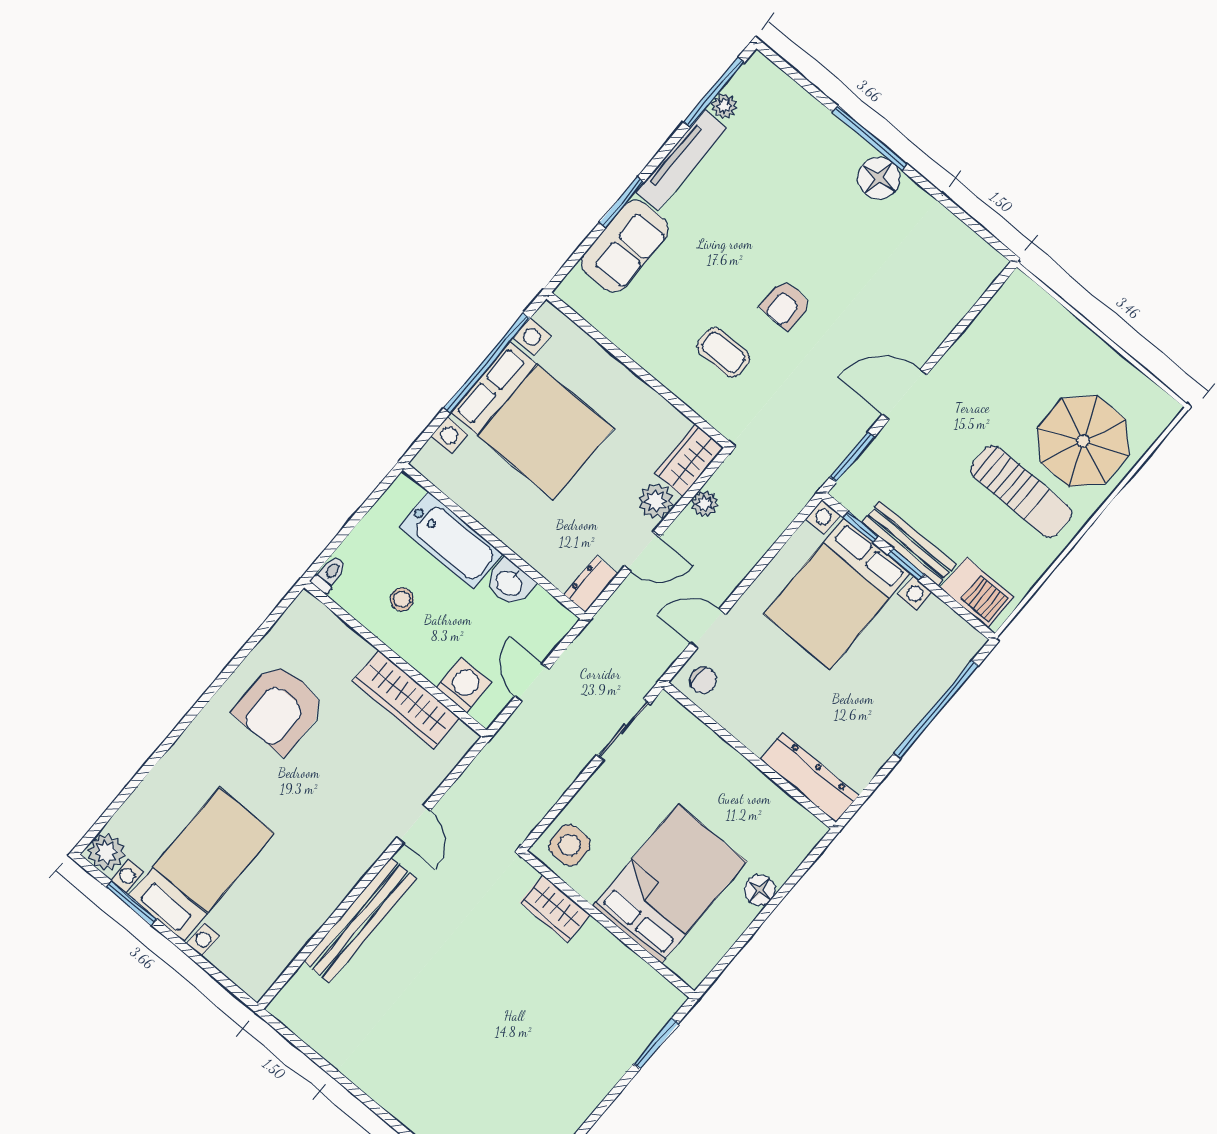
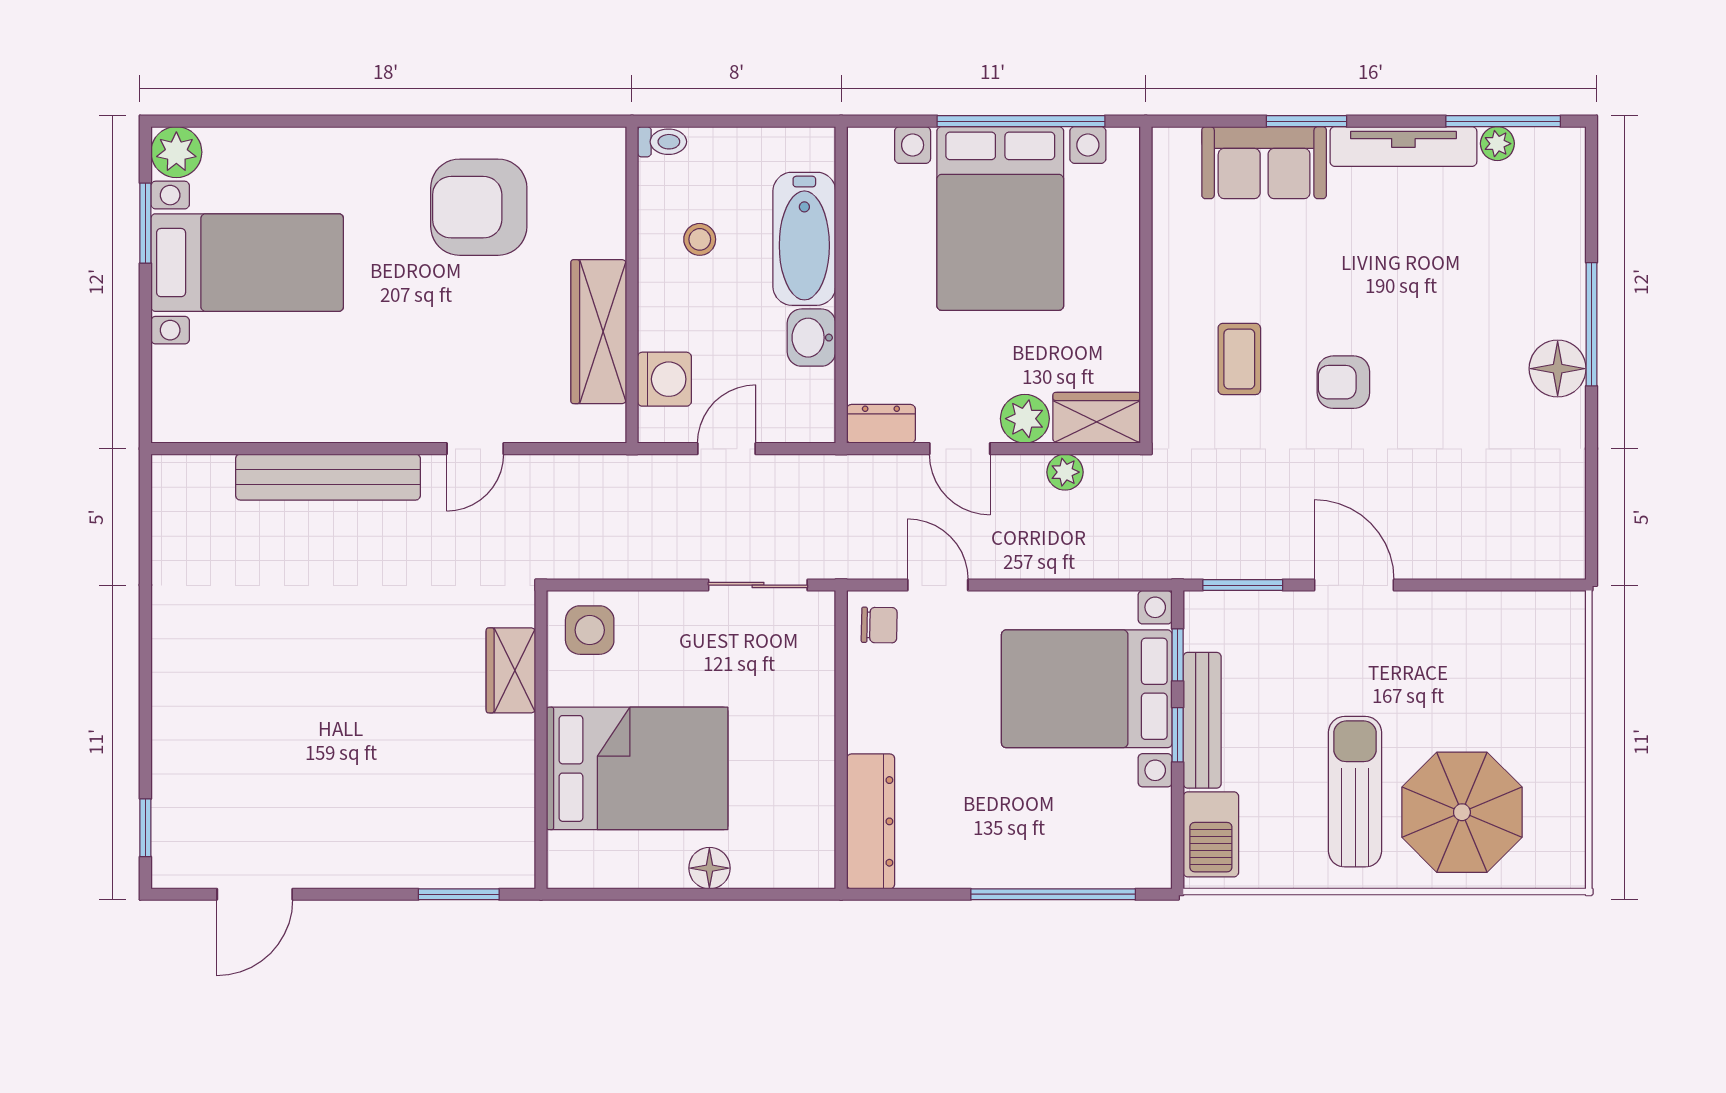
sun lounger: (1021, 491) -> (1355, 792), turned 180
chair: (703, 680) -> (879, 625), turned -89

